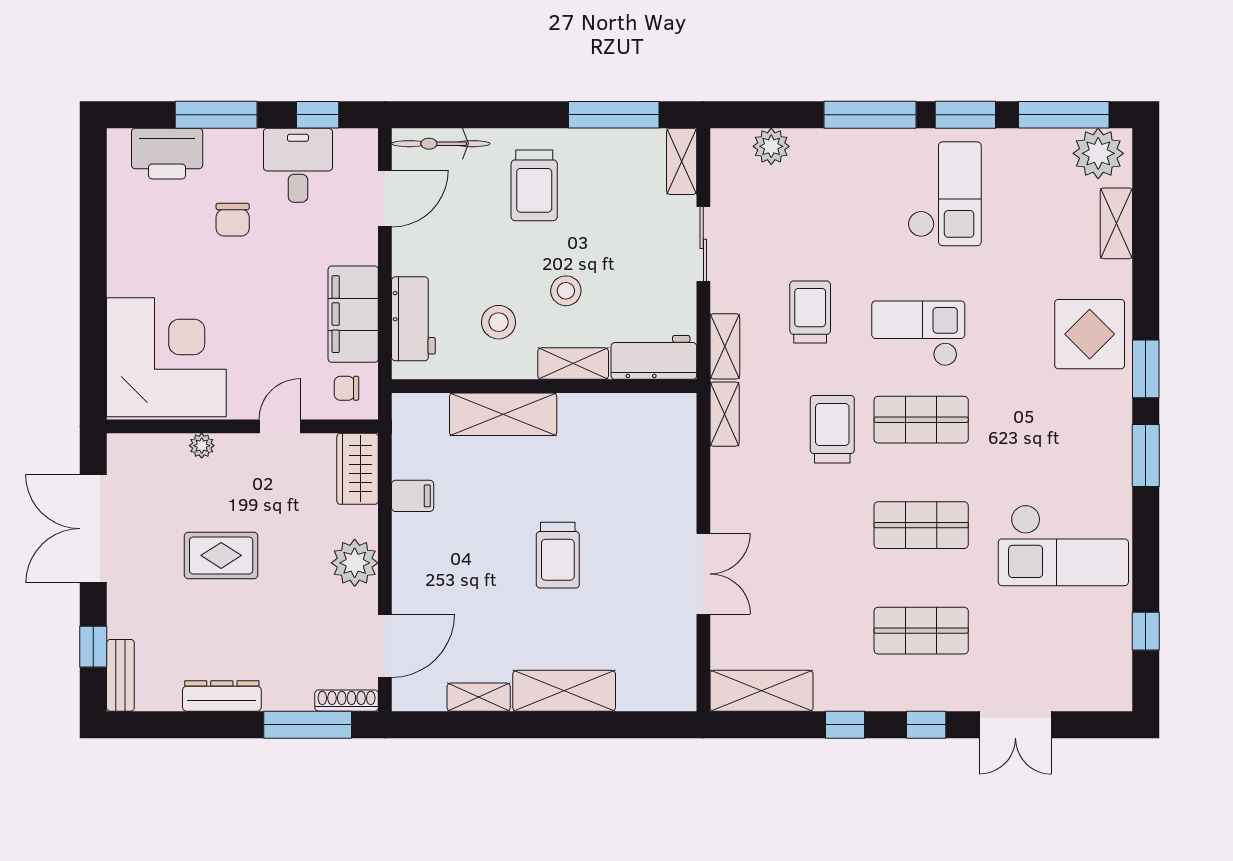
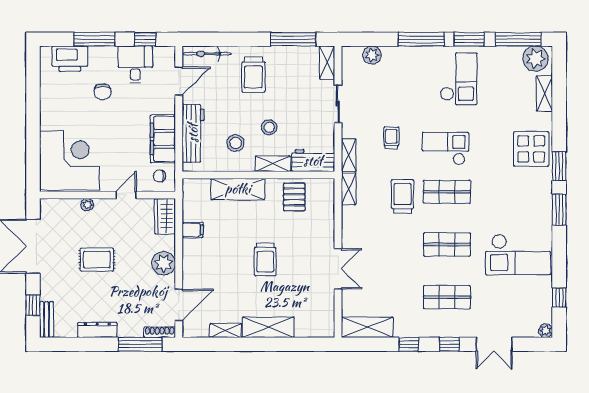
trolley: (810, 312) -> (391, 138), width x0.73, depth x0.72
workbench: (413, 319) -> (193, 133), width x1.38
pallet: (616, 430) -> (294, 197), added
plant: (1119, 698) -> (546, 331), added

